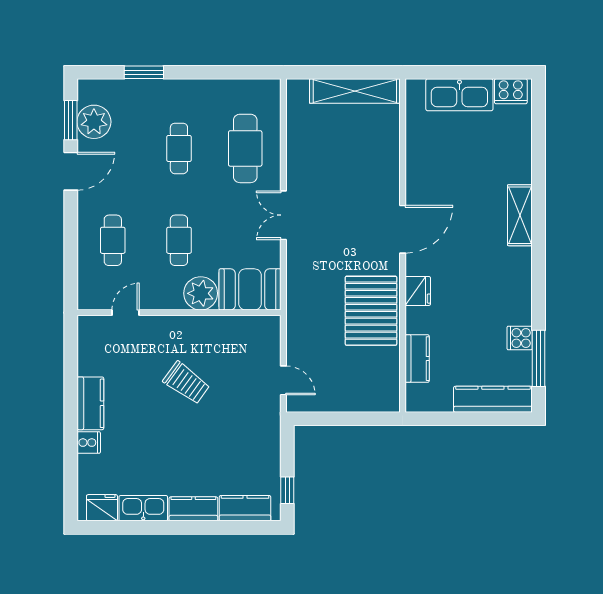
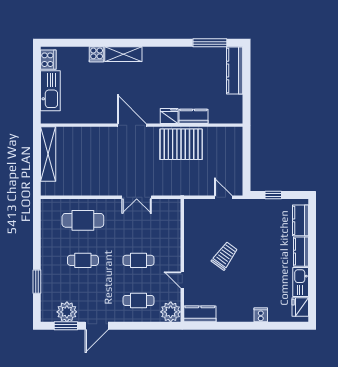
door: (71, 171) -> (97, 326), swing flipped
double door: (283, 215) -> (137, 197), moved
booth: (250, 289) -> (168, 217), removed
plant: (201, 293) -> (171, 312), moved
door: (126, 313) -> (182, 280), moved
cooker: (520, 338) -> (97, 54), moved
kitchen counter: (417, 359) -> (193, 116), moved
door: (283, 380) -> (223, 197), hinge flipped
kitchen counter: (90, 403) -> (200, 314), moved
window: (287, 490) -> (273, 195), moved

